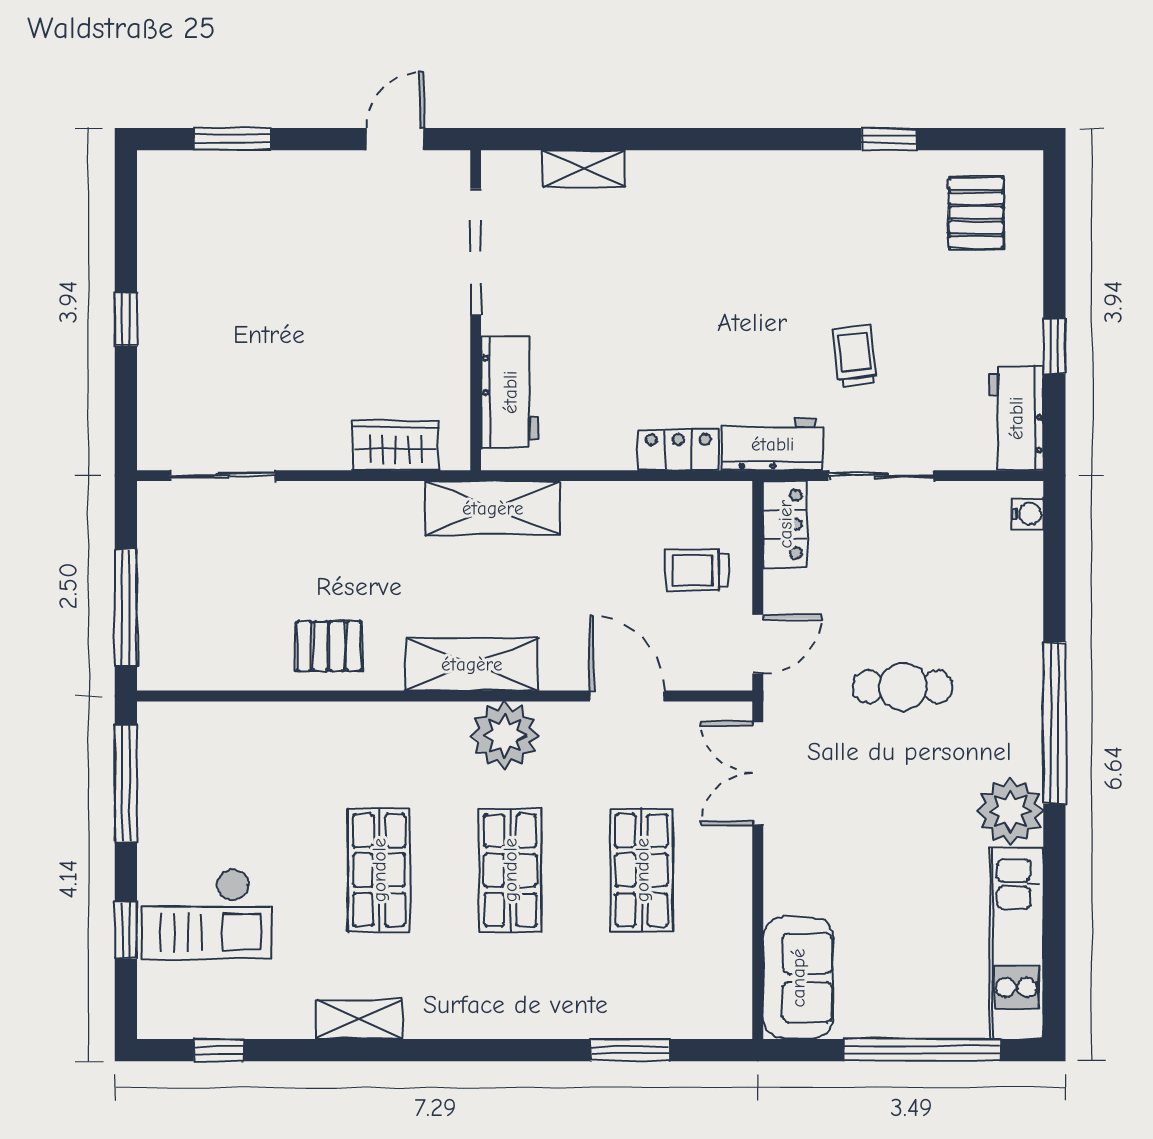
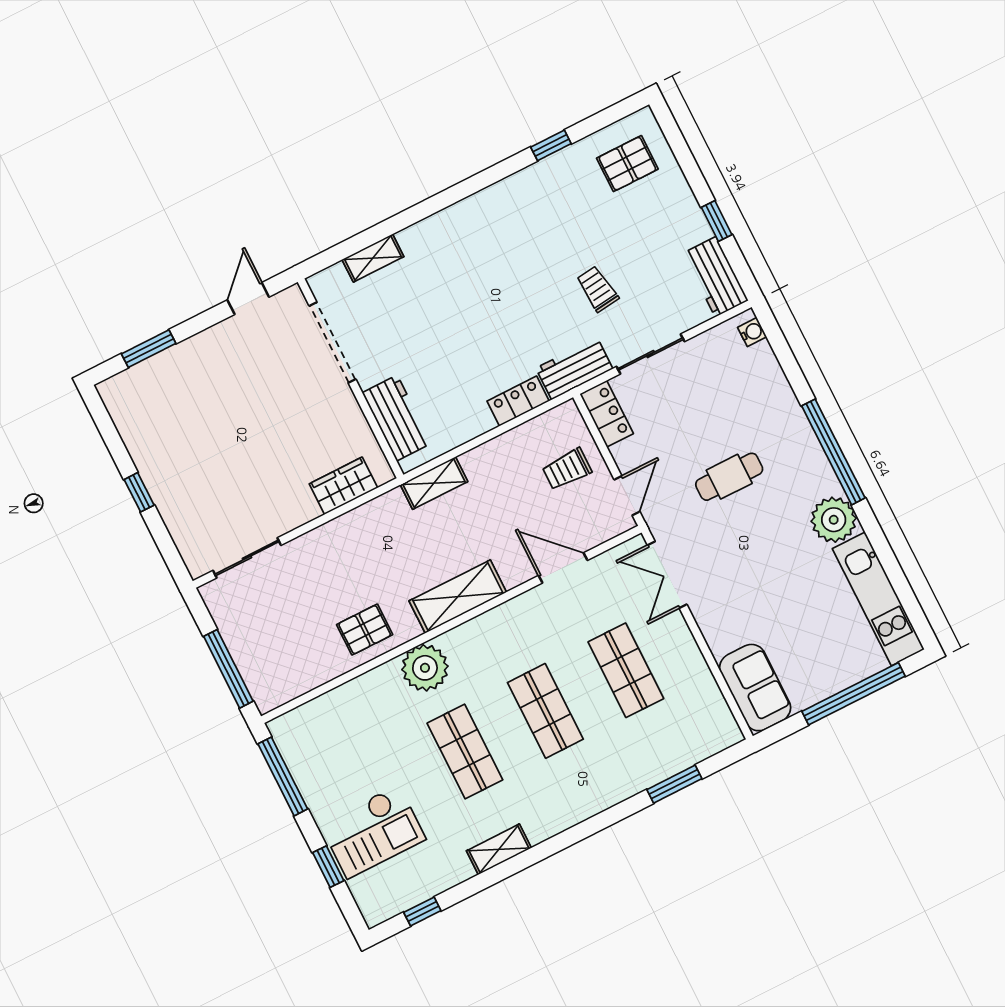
pallet: (976, 213) -> (627, 164), turned 90
shelving: (493, 508) -> (434, 483), width x0.67, depth x0.75
plant: (505, 735) -> (425, 668), moved

